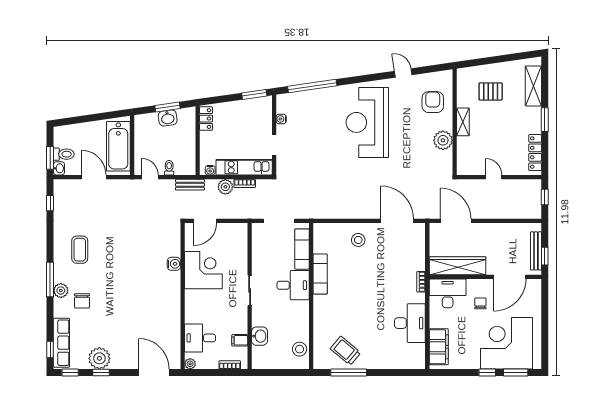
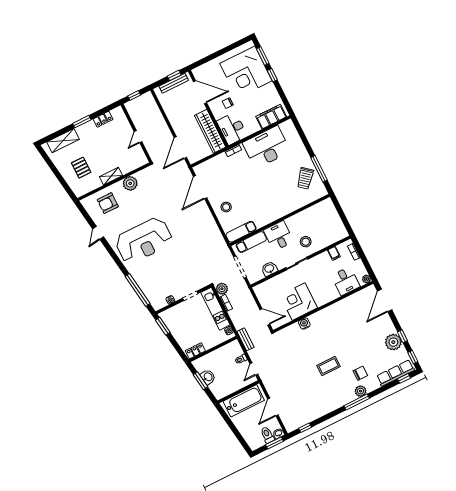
locker: (535, 153) -> (103, 119), width x0.66
plant: (225, 187) -> (222, 289), moved
coffee table: (80, 250) -> (329, 366), moved
exam couch: (320, 274) -> (241, 232), moved
desk: (410, 323) -> (266, 147), width x1.36, depth x1.30
washbasin: (259, 336) -> (269, 269), moved
stool: (300, 349) -> (306, 242), moved

